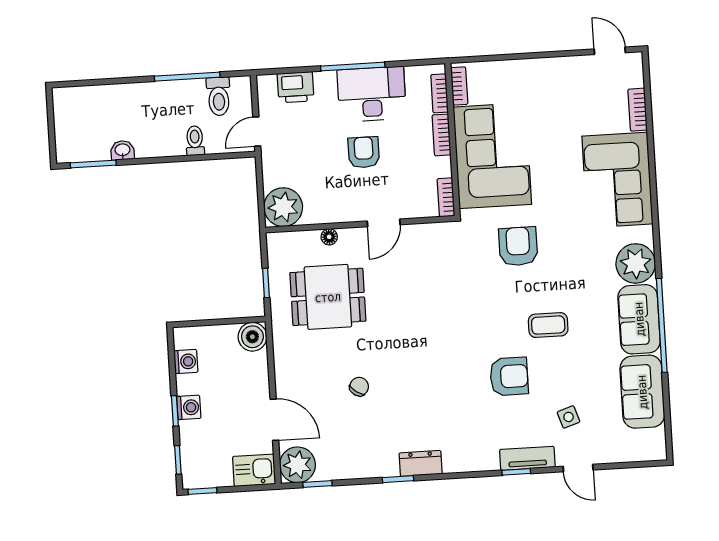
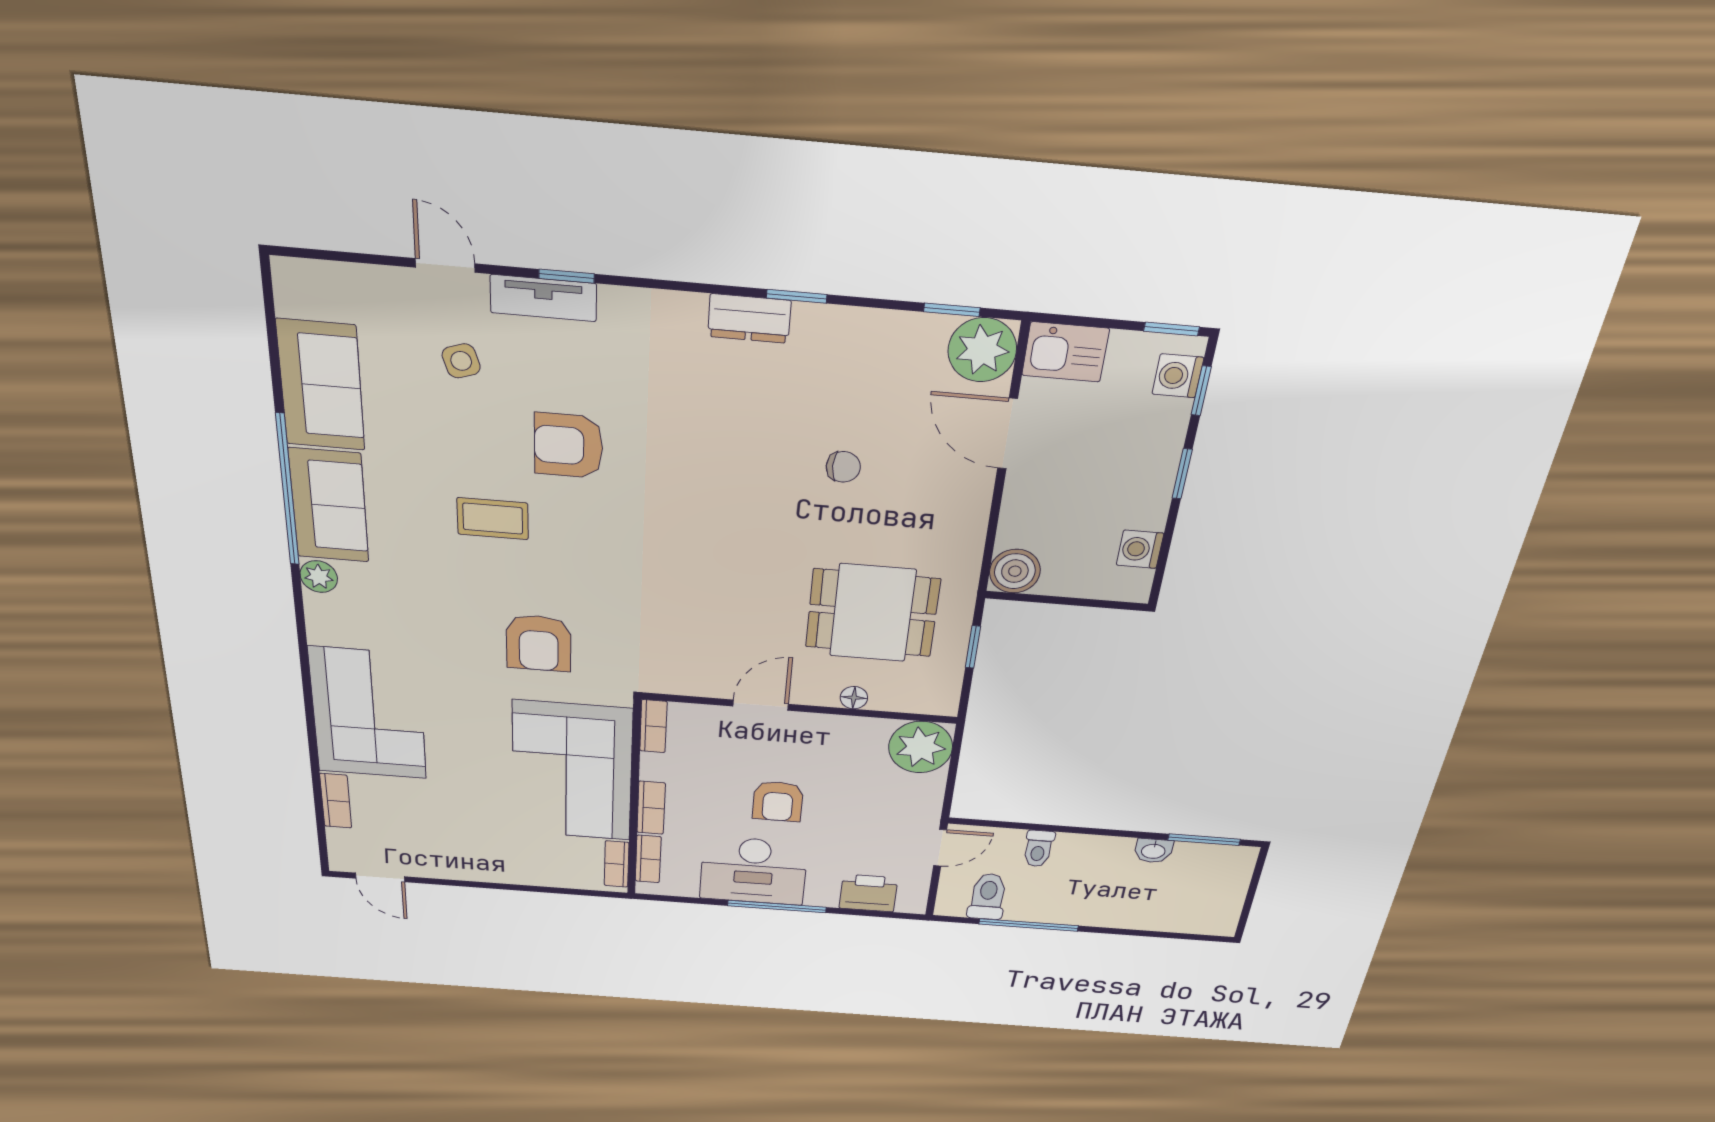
plant: (636, 263) -> (319, 577), width x0.53, depth x0.53
chair: (359, 387) -> (843, 467), turned -125
washing machine: (189, 407) -> (1178, 376), moved

